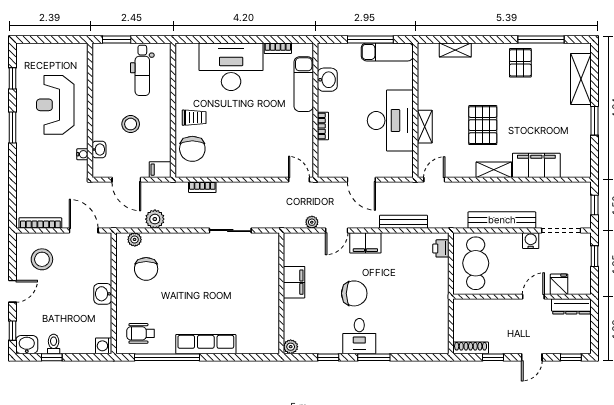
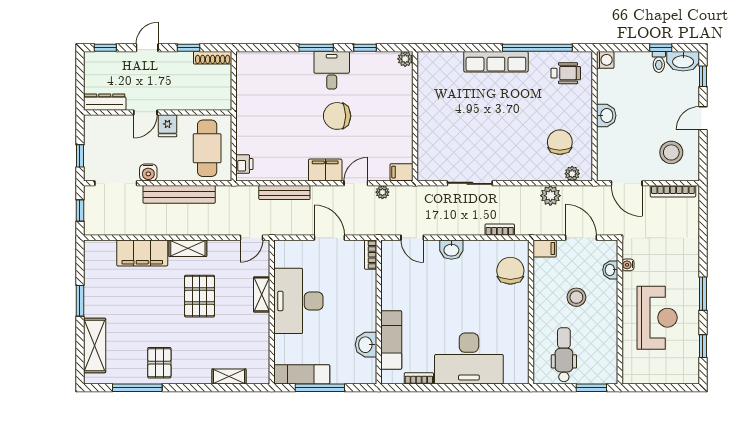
trolley: (194, 118) -> (508, 304), removed
bookcase: (323, 126) -> (371, 255), moved
washbasin: (247, 169) -> (451, 250), added
door: (299, 180) -> (412, 238), moved
filing cabinet: (294, 282) -> (401, 172), moved, width x0.50
fridge: (559, 284) -> (167, 126), moved
washbasin: (27, 345) -> (683, 61), width x1.38

